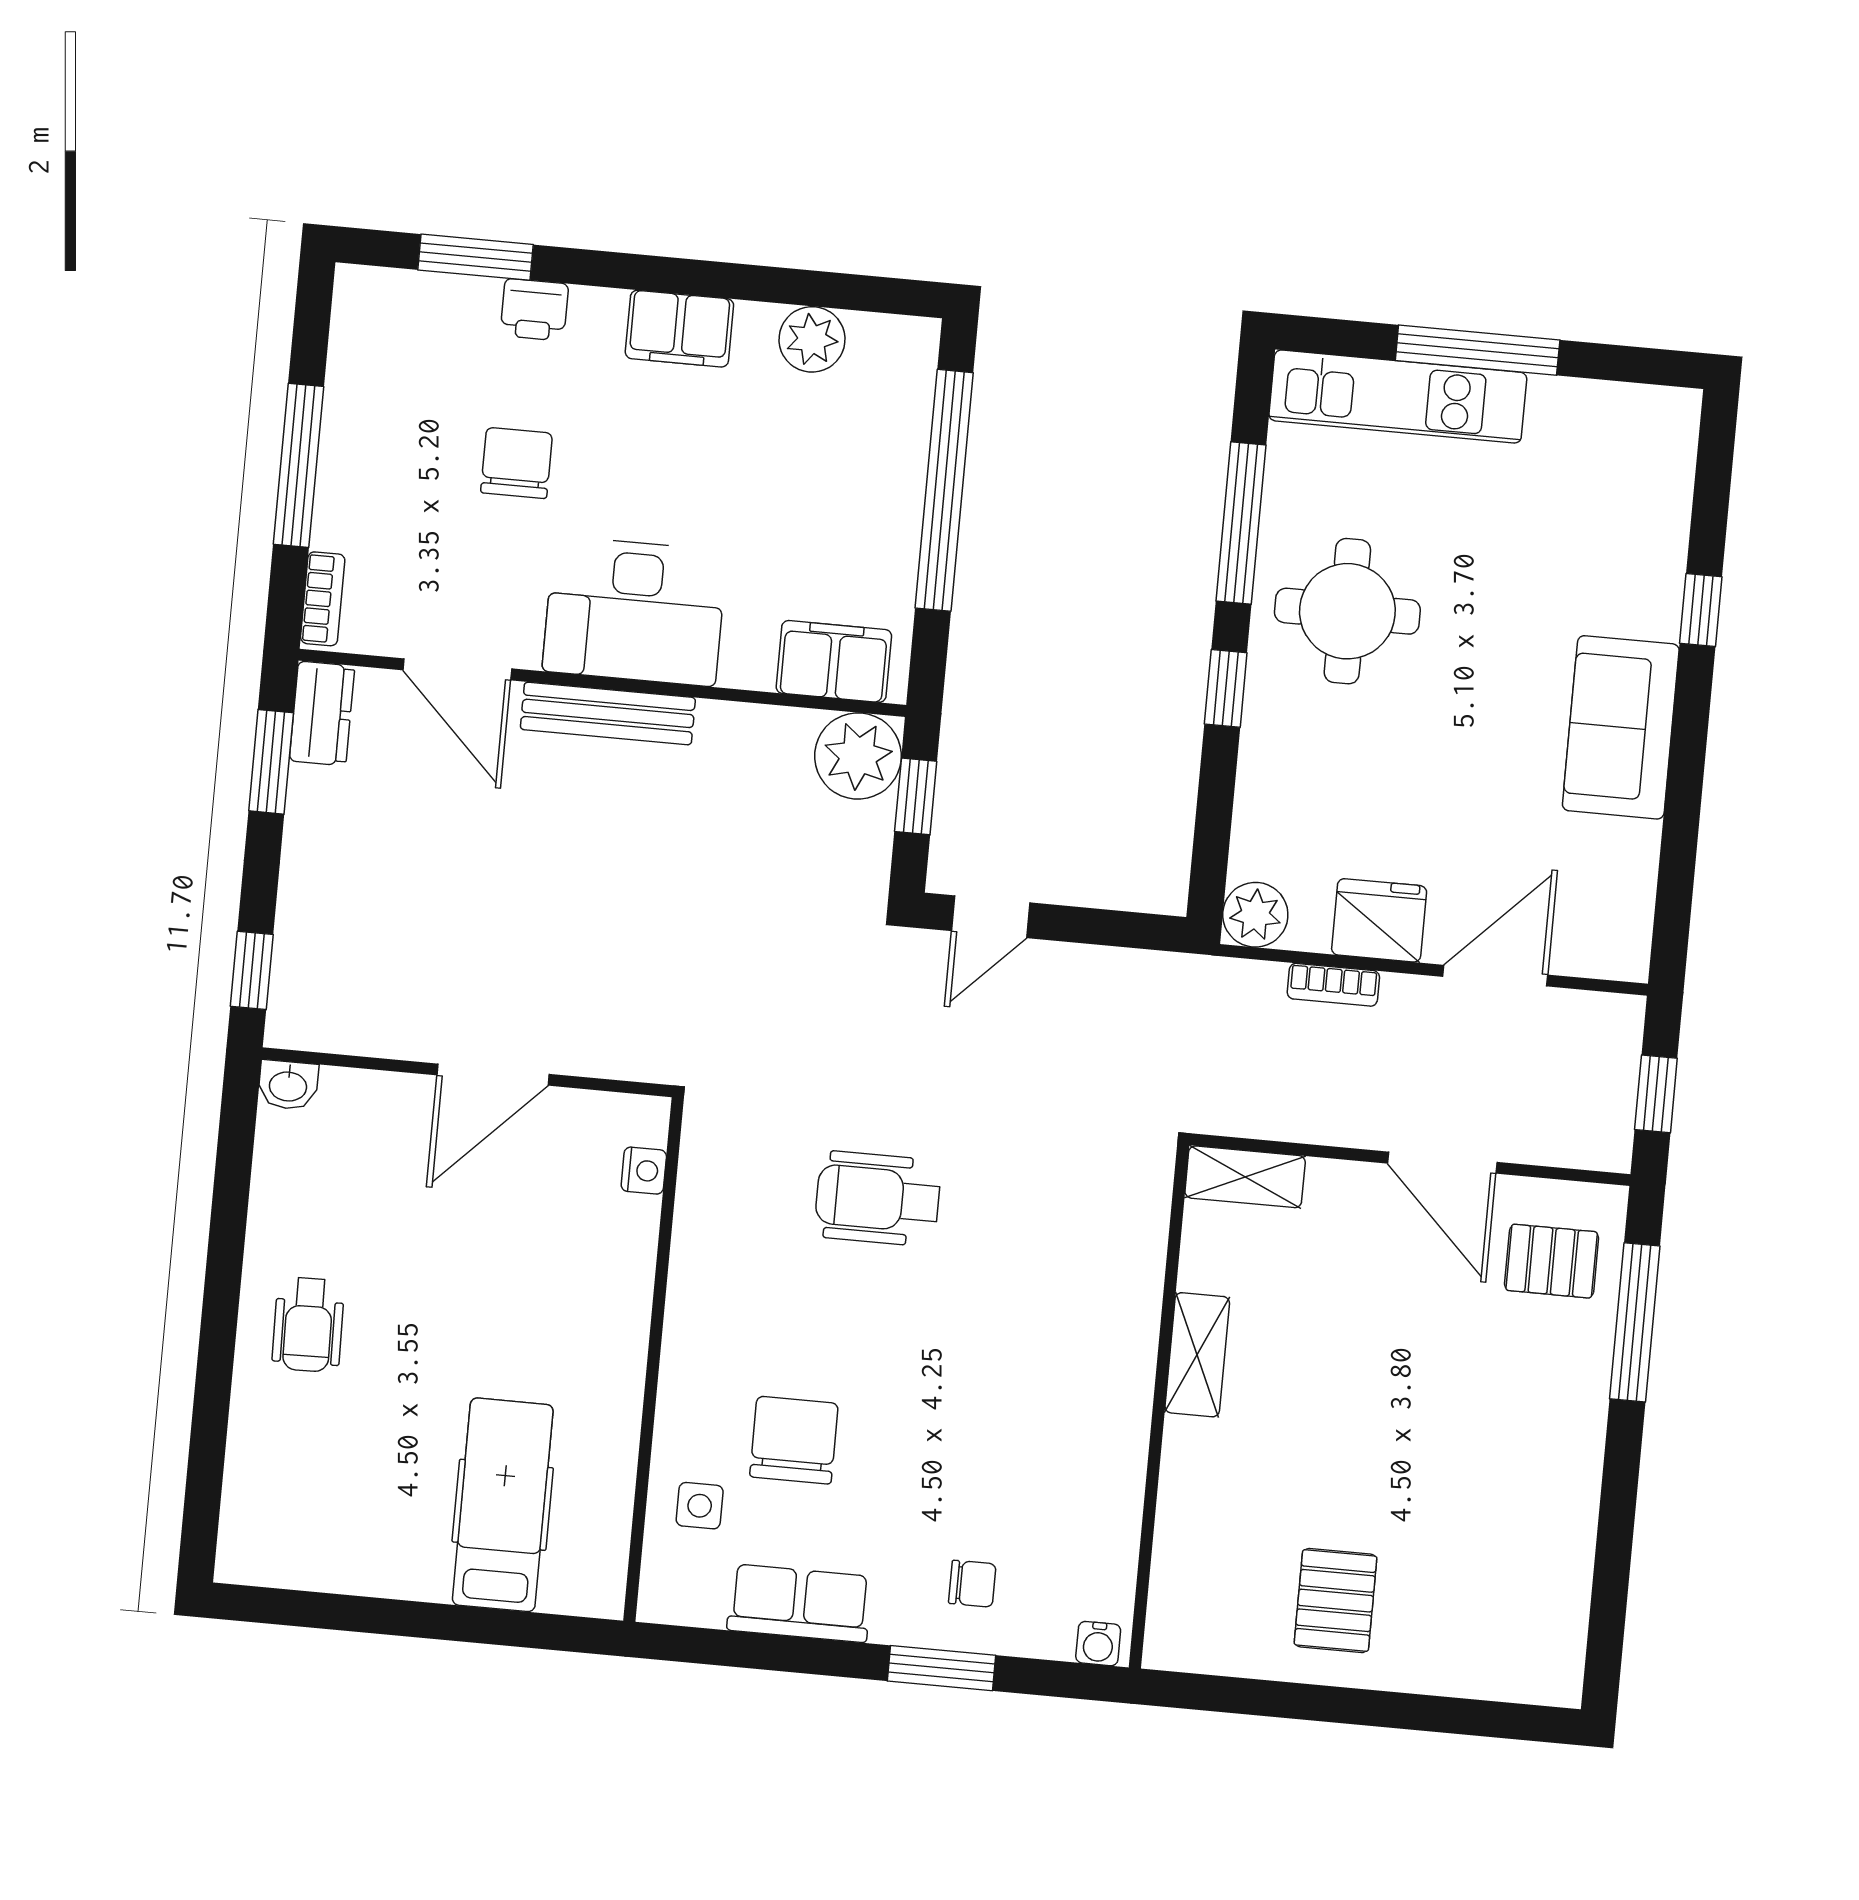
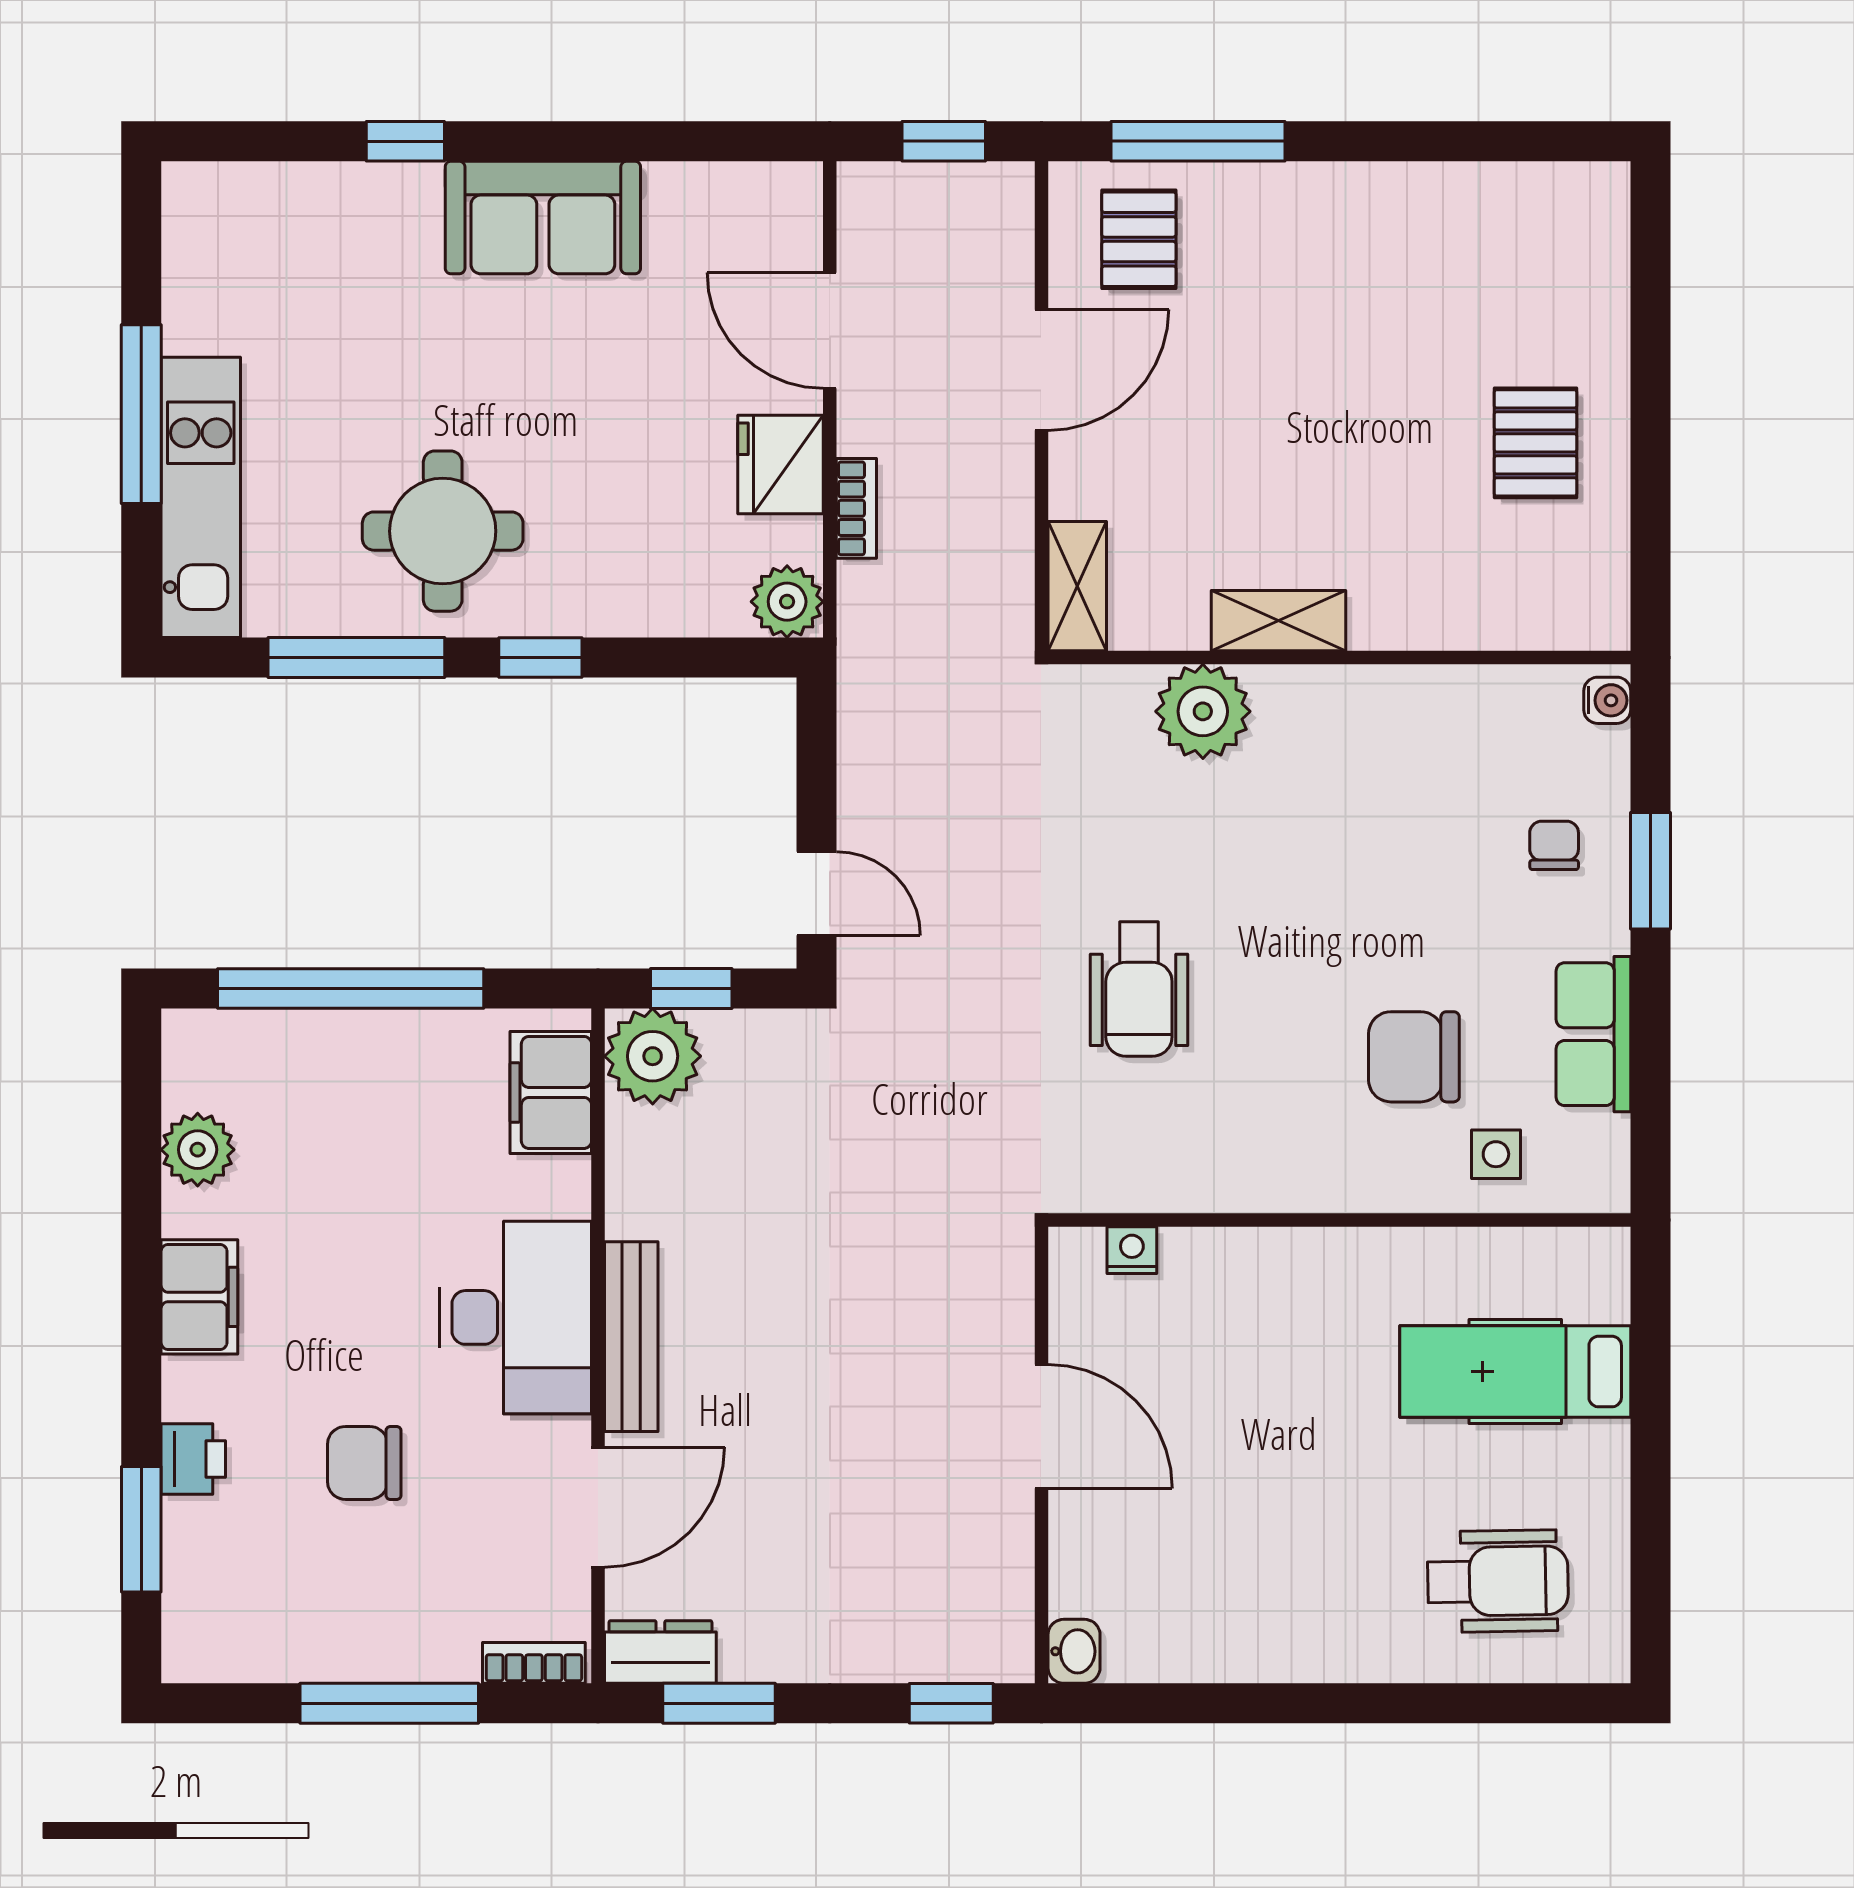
plant: (1122, 1279) -> (1203, 711), added
wheelchair: (308, 1325) -> (1498, 1581), moved, width x1.36, depth x1.37
pallet: (1336, 1601) -> (1535, 443), turned 90

